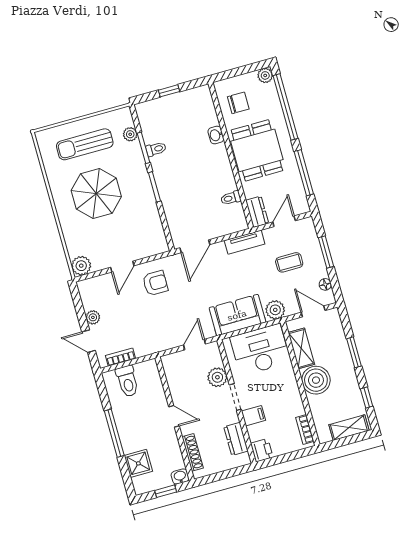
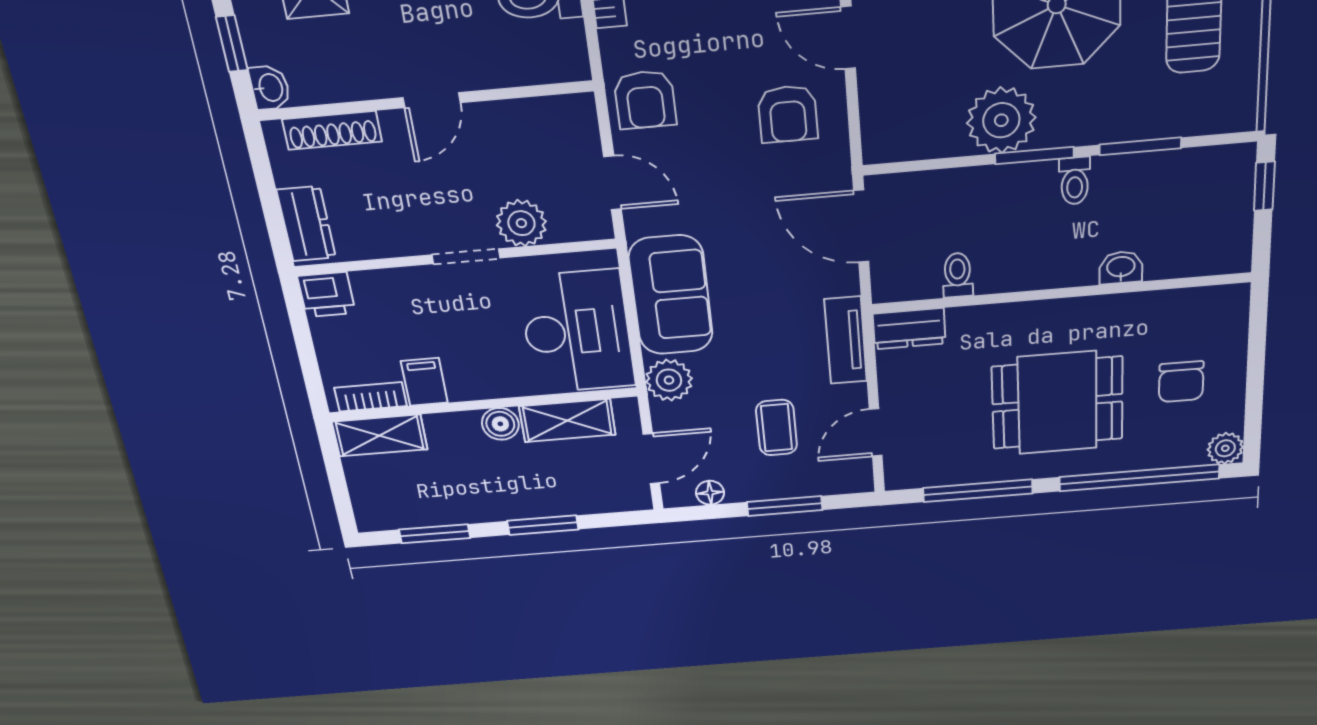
window: (169, 91) -> (1264, 186), moved
plant: (130, 134) -> (1001, 120), moved, width x1.88, depth x1.88
washbasin: (216, 135) -> (1121, 268), moved
toilet: (156, 149) -> (1075, 181), moved
wall: (231, 156) -> (1061, 293), moved
toilet: (231, 198) -> (958, 275), moved
dresser: (257, 212) -> (909, 329), moved
door: (284, 221) -> (876, 433), swing flipped
armchair: (159, 337) -> (645, 100), added
boiler: (316, 380) -> (500, 424), width x0.54, depth x0.54
window: (367, 397) -> (435, 534), width x1.50
filing cabinet: (254, 416) -> (424, 382), moved, turned 180
shelving: (349, 428) -> (380, 435), moved, turned 90
dresser: (236, 439) -> (306, 224), moved, turned 90

